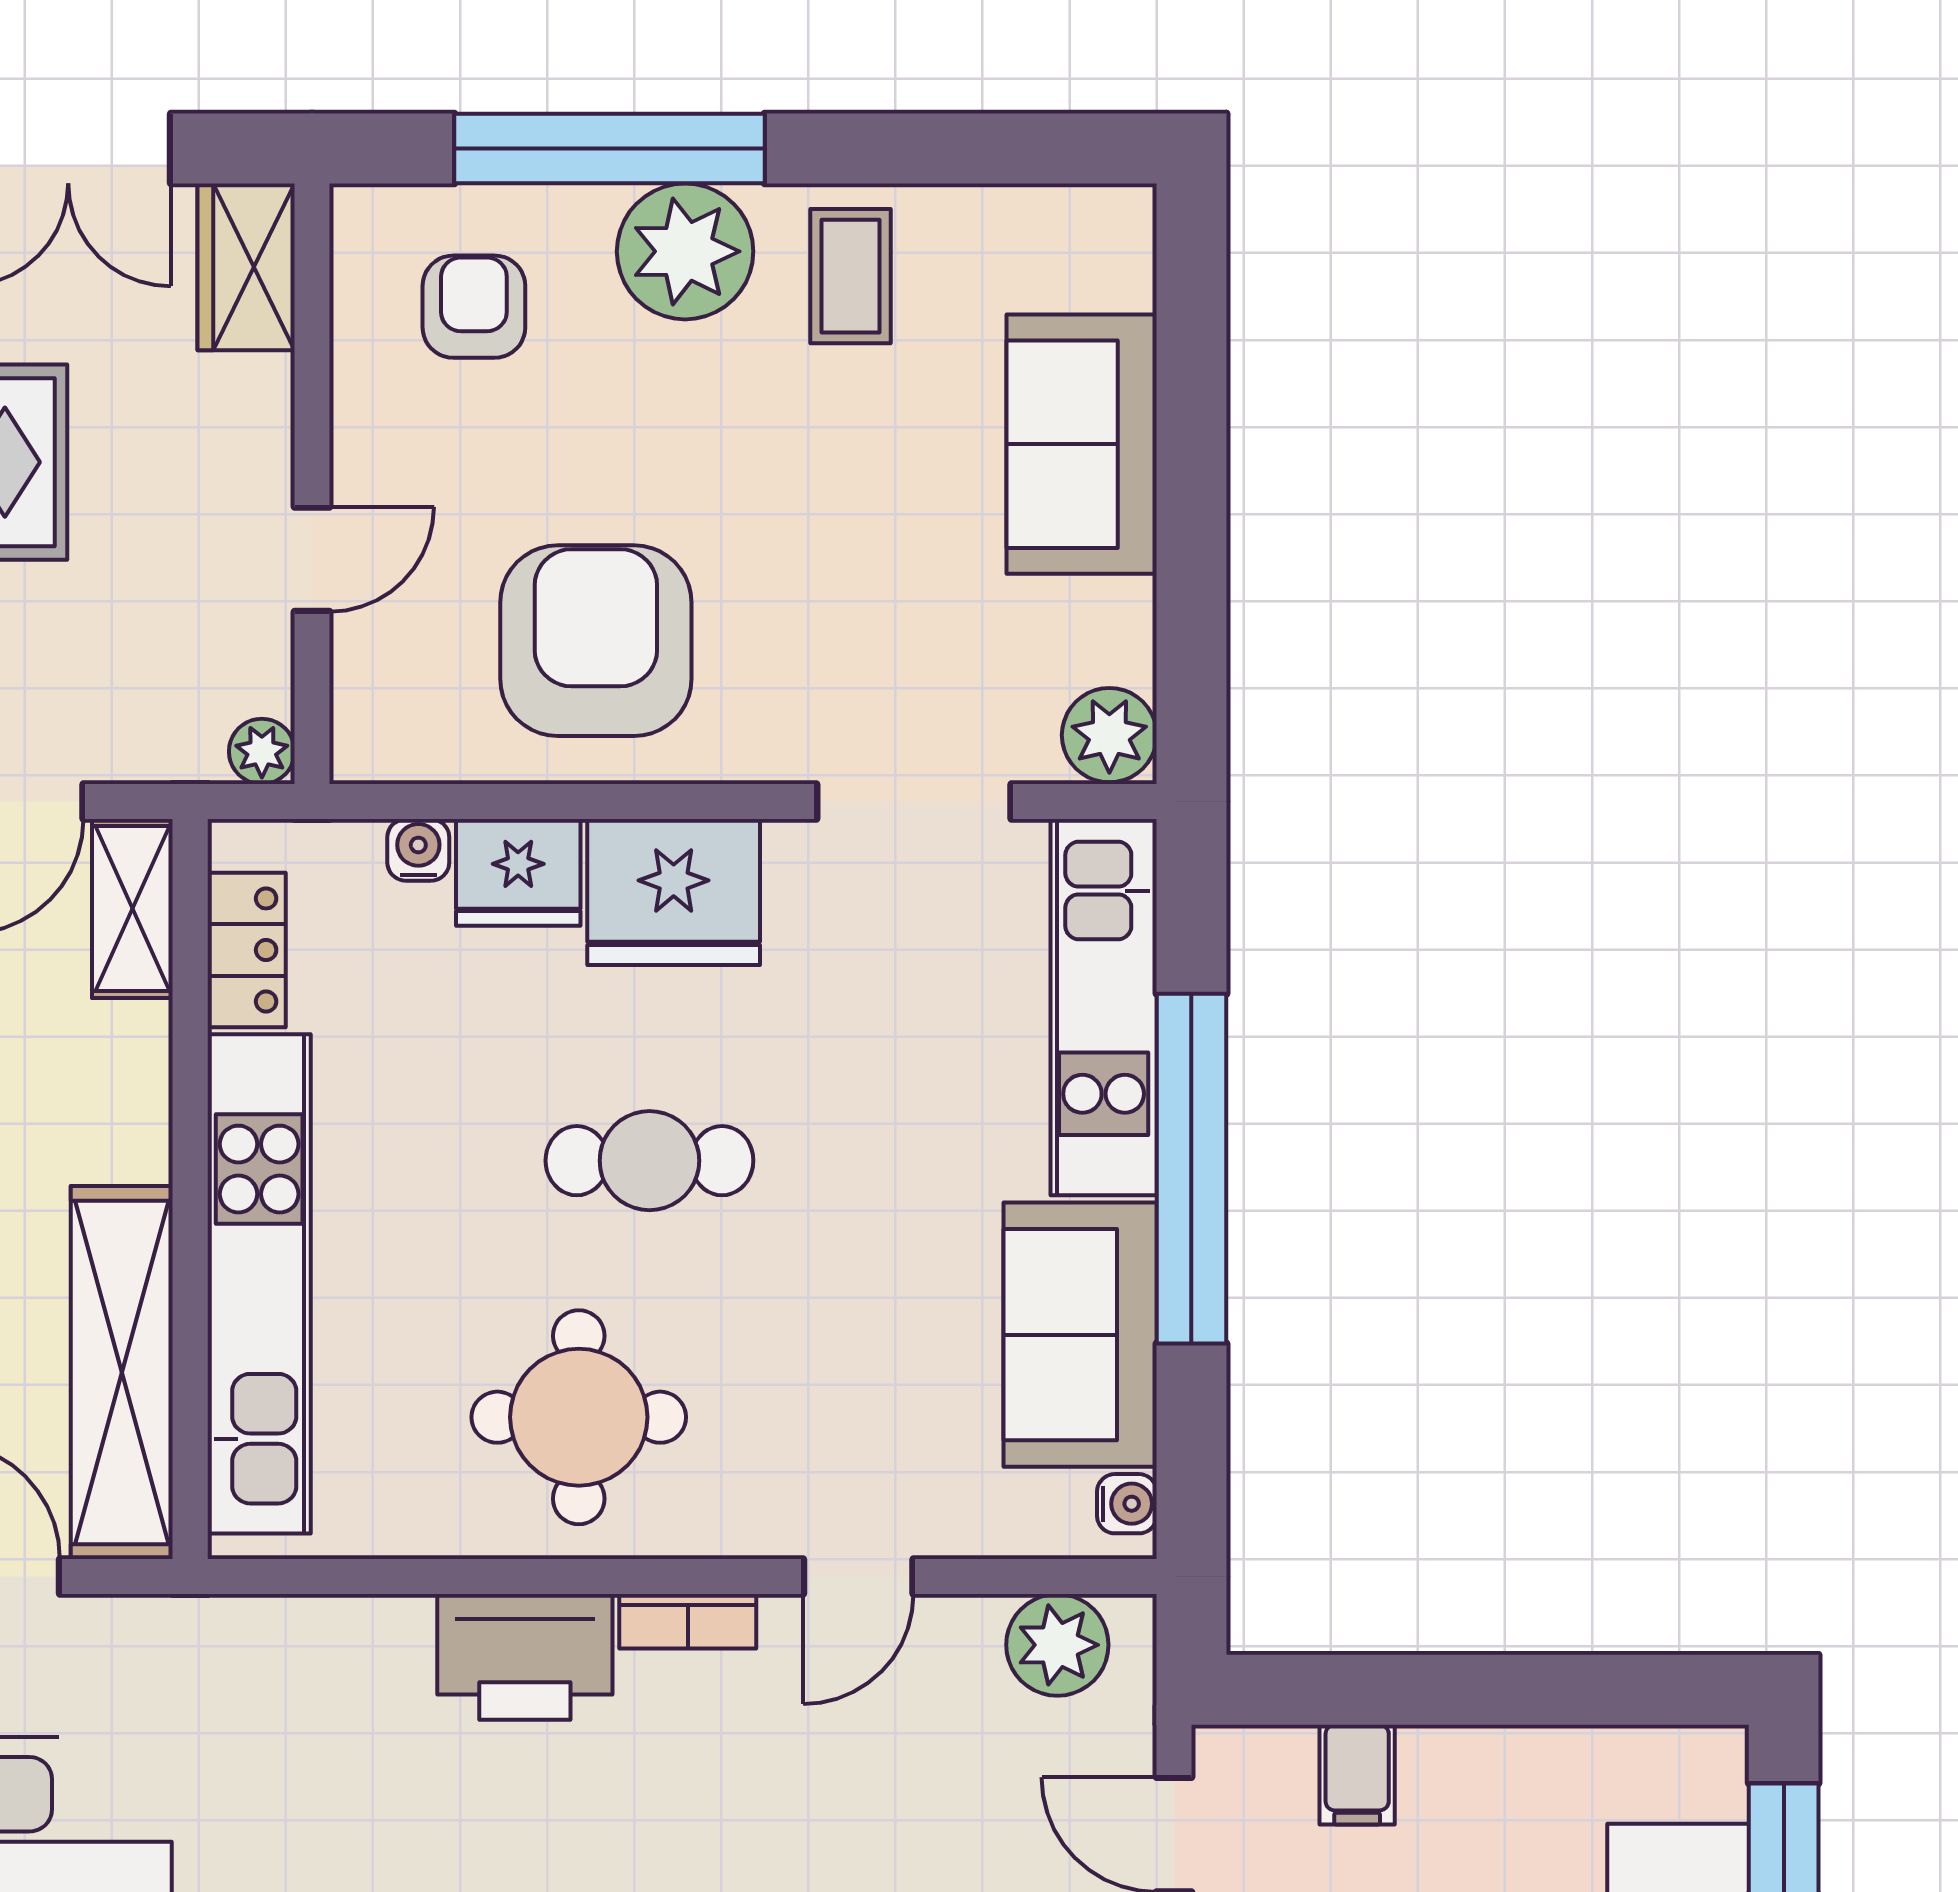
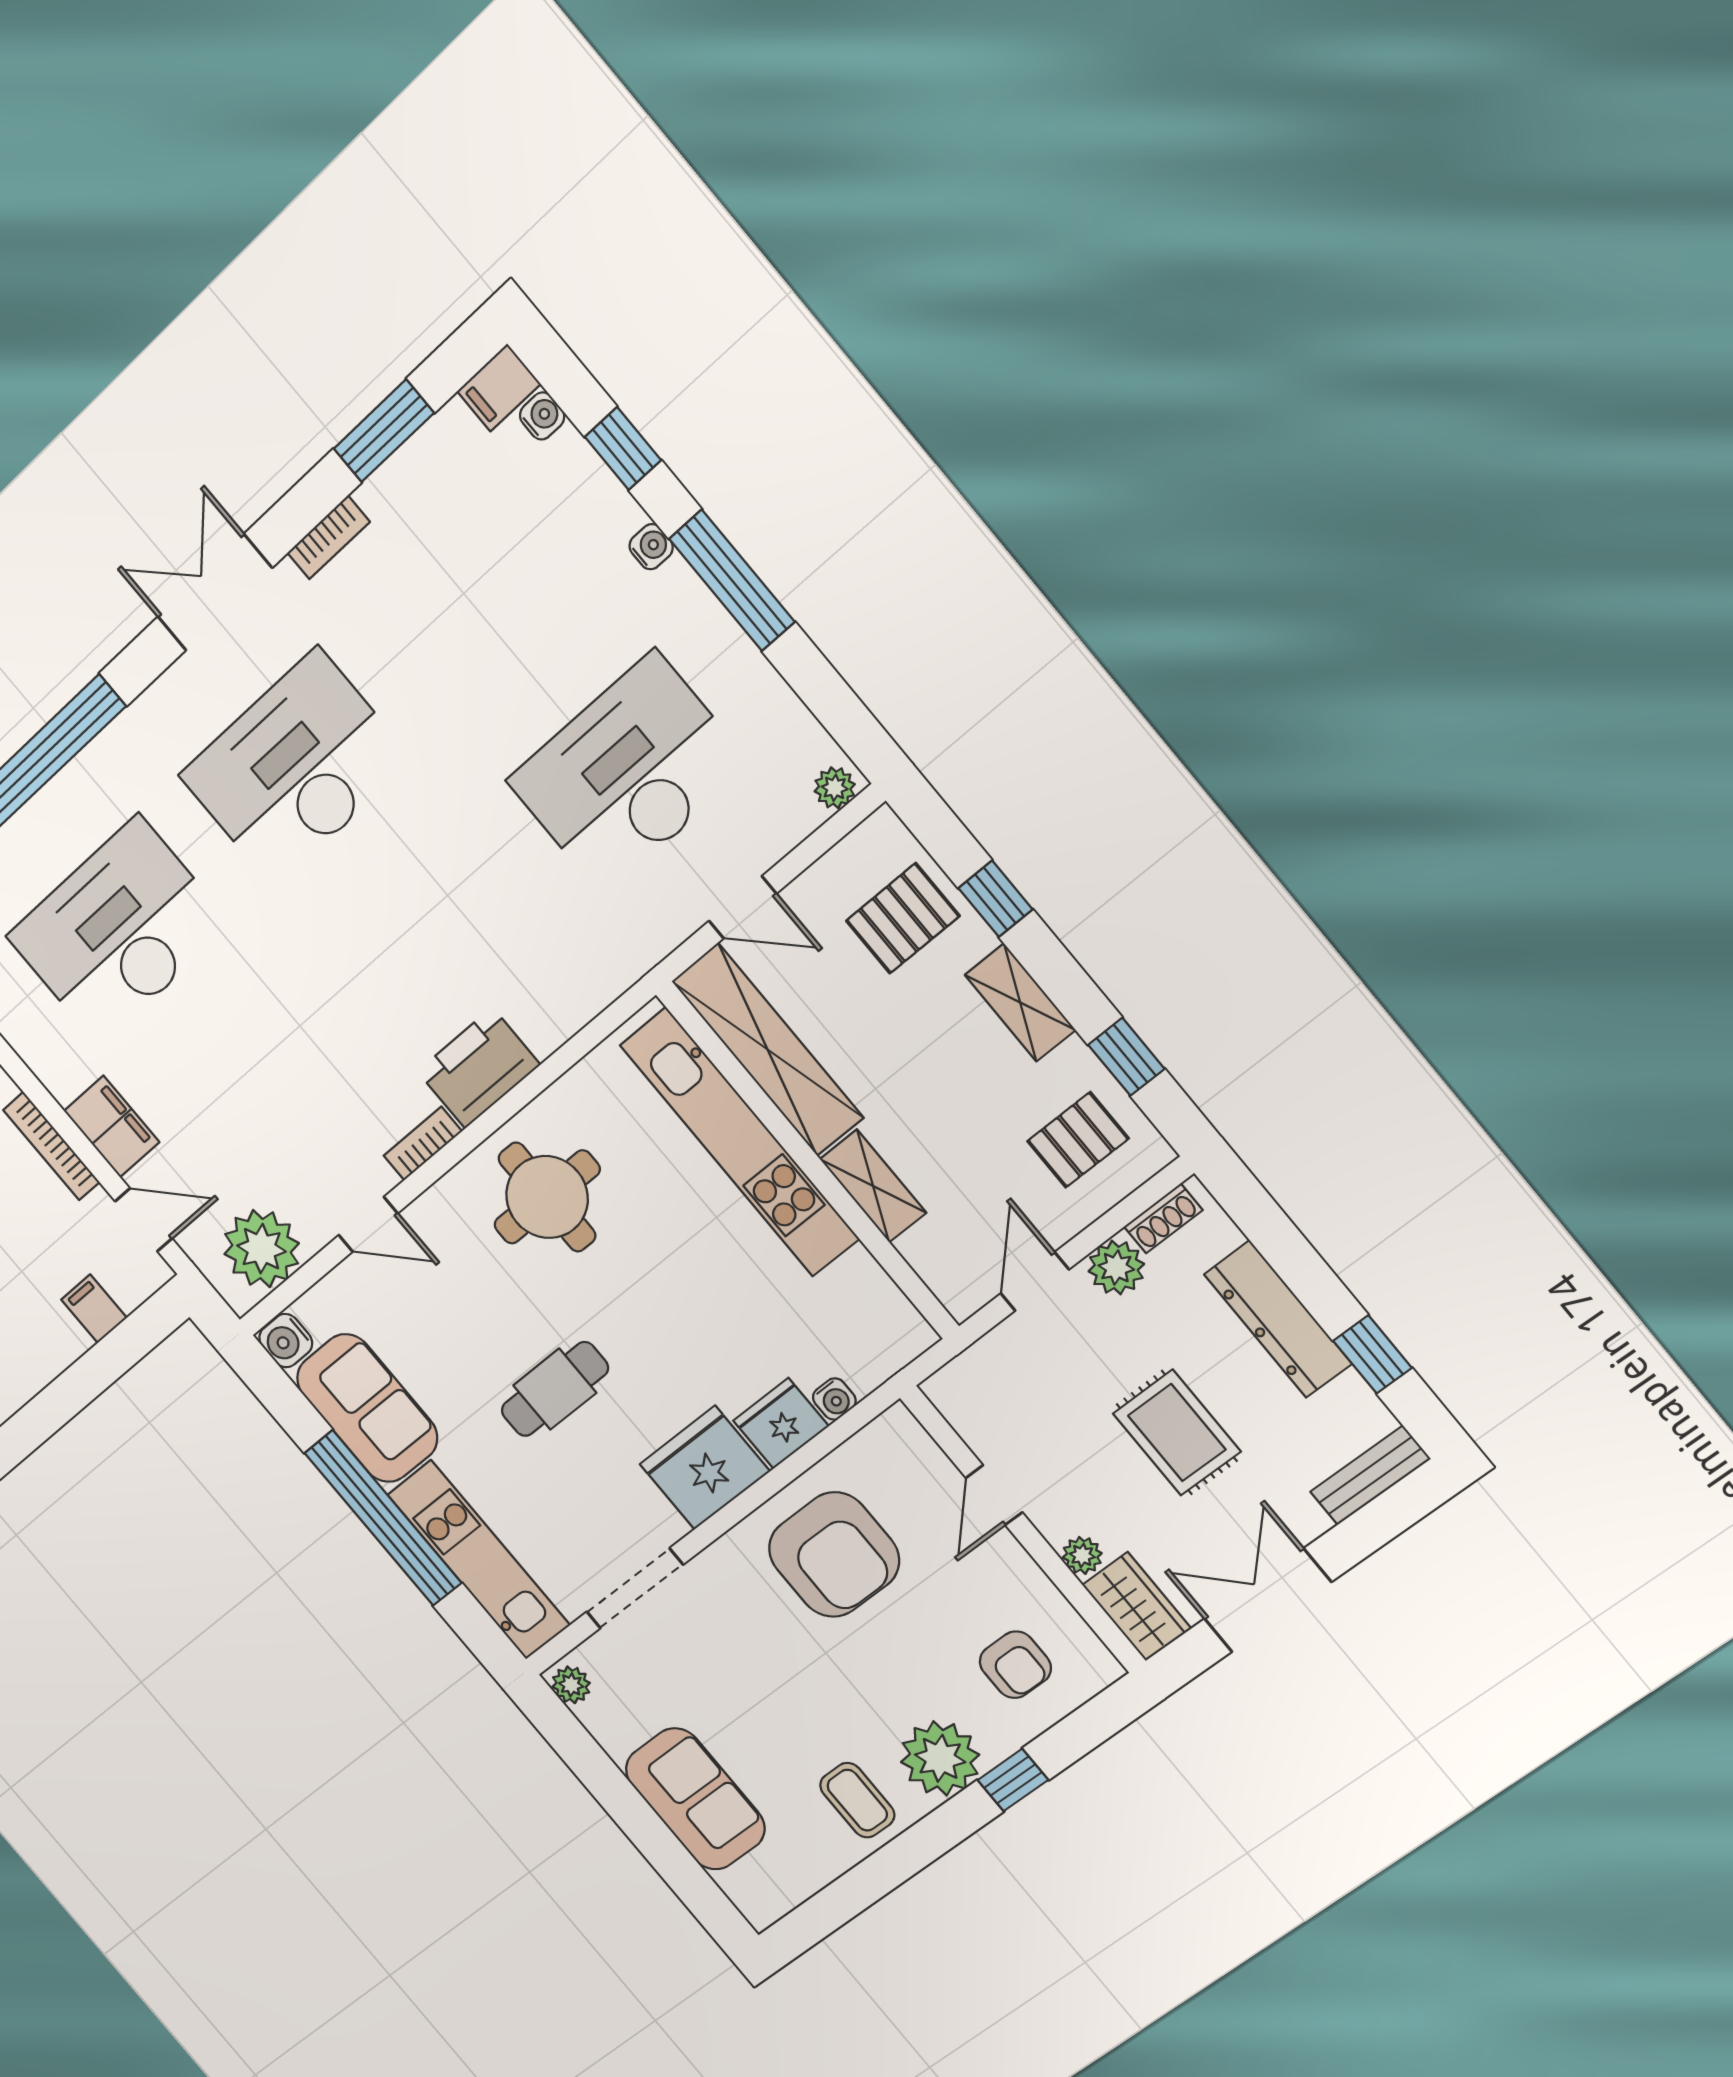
window: (609, 148) -> (1013, 1780), width x0.32
plant: (1109, 735) -> (571, 1685), width x0.73, depth x0.73
plant: (262, 751) -> (1082, 1555), moved
shelving: (132, 909) -> (873, 1186), moved
locker: (247, 950) -> (874, 1292), removed
cafe table: (649, 1161) -> (555, 1389), moved
water cooler: (1127, 1504) -> (286, 1341), width x1.38, depth x1.38
door: (858, 1577) -> (368, 1224), swing flipped
plant: (1057, 1645) -> (262, 1249), width x1.36, depth x1.36

